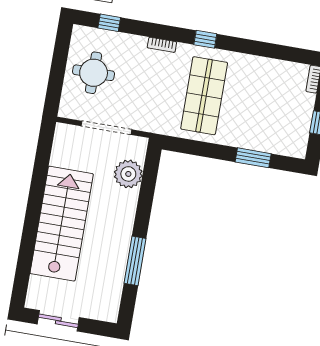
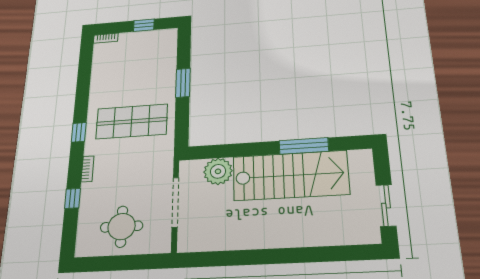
window: (109, 23) -> (72, 198), moved
window: (253, 158) -> (183, 83), moved
stairs: (62, 224) -> (291, 175), moved, turned 180

